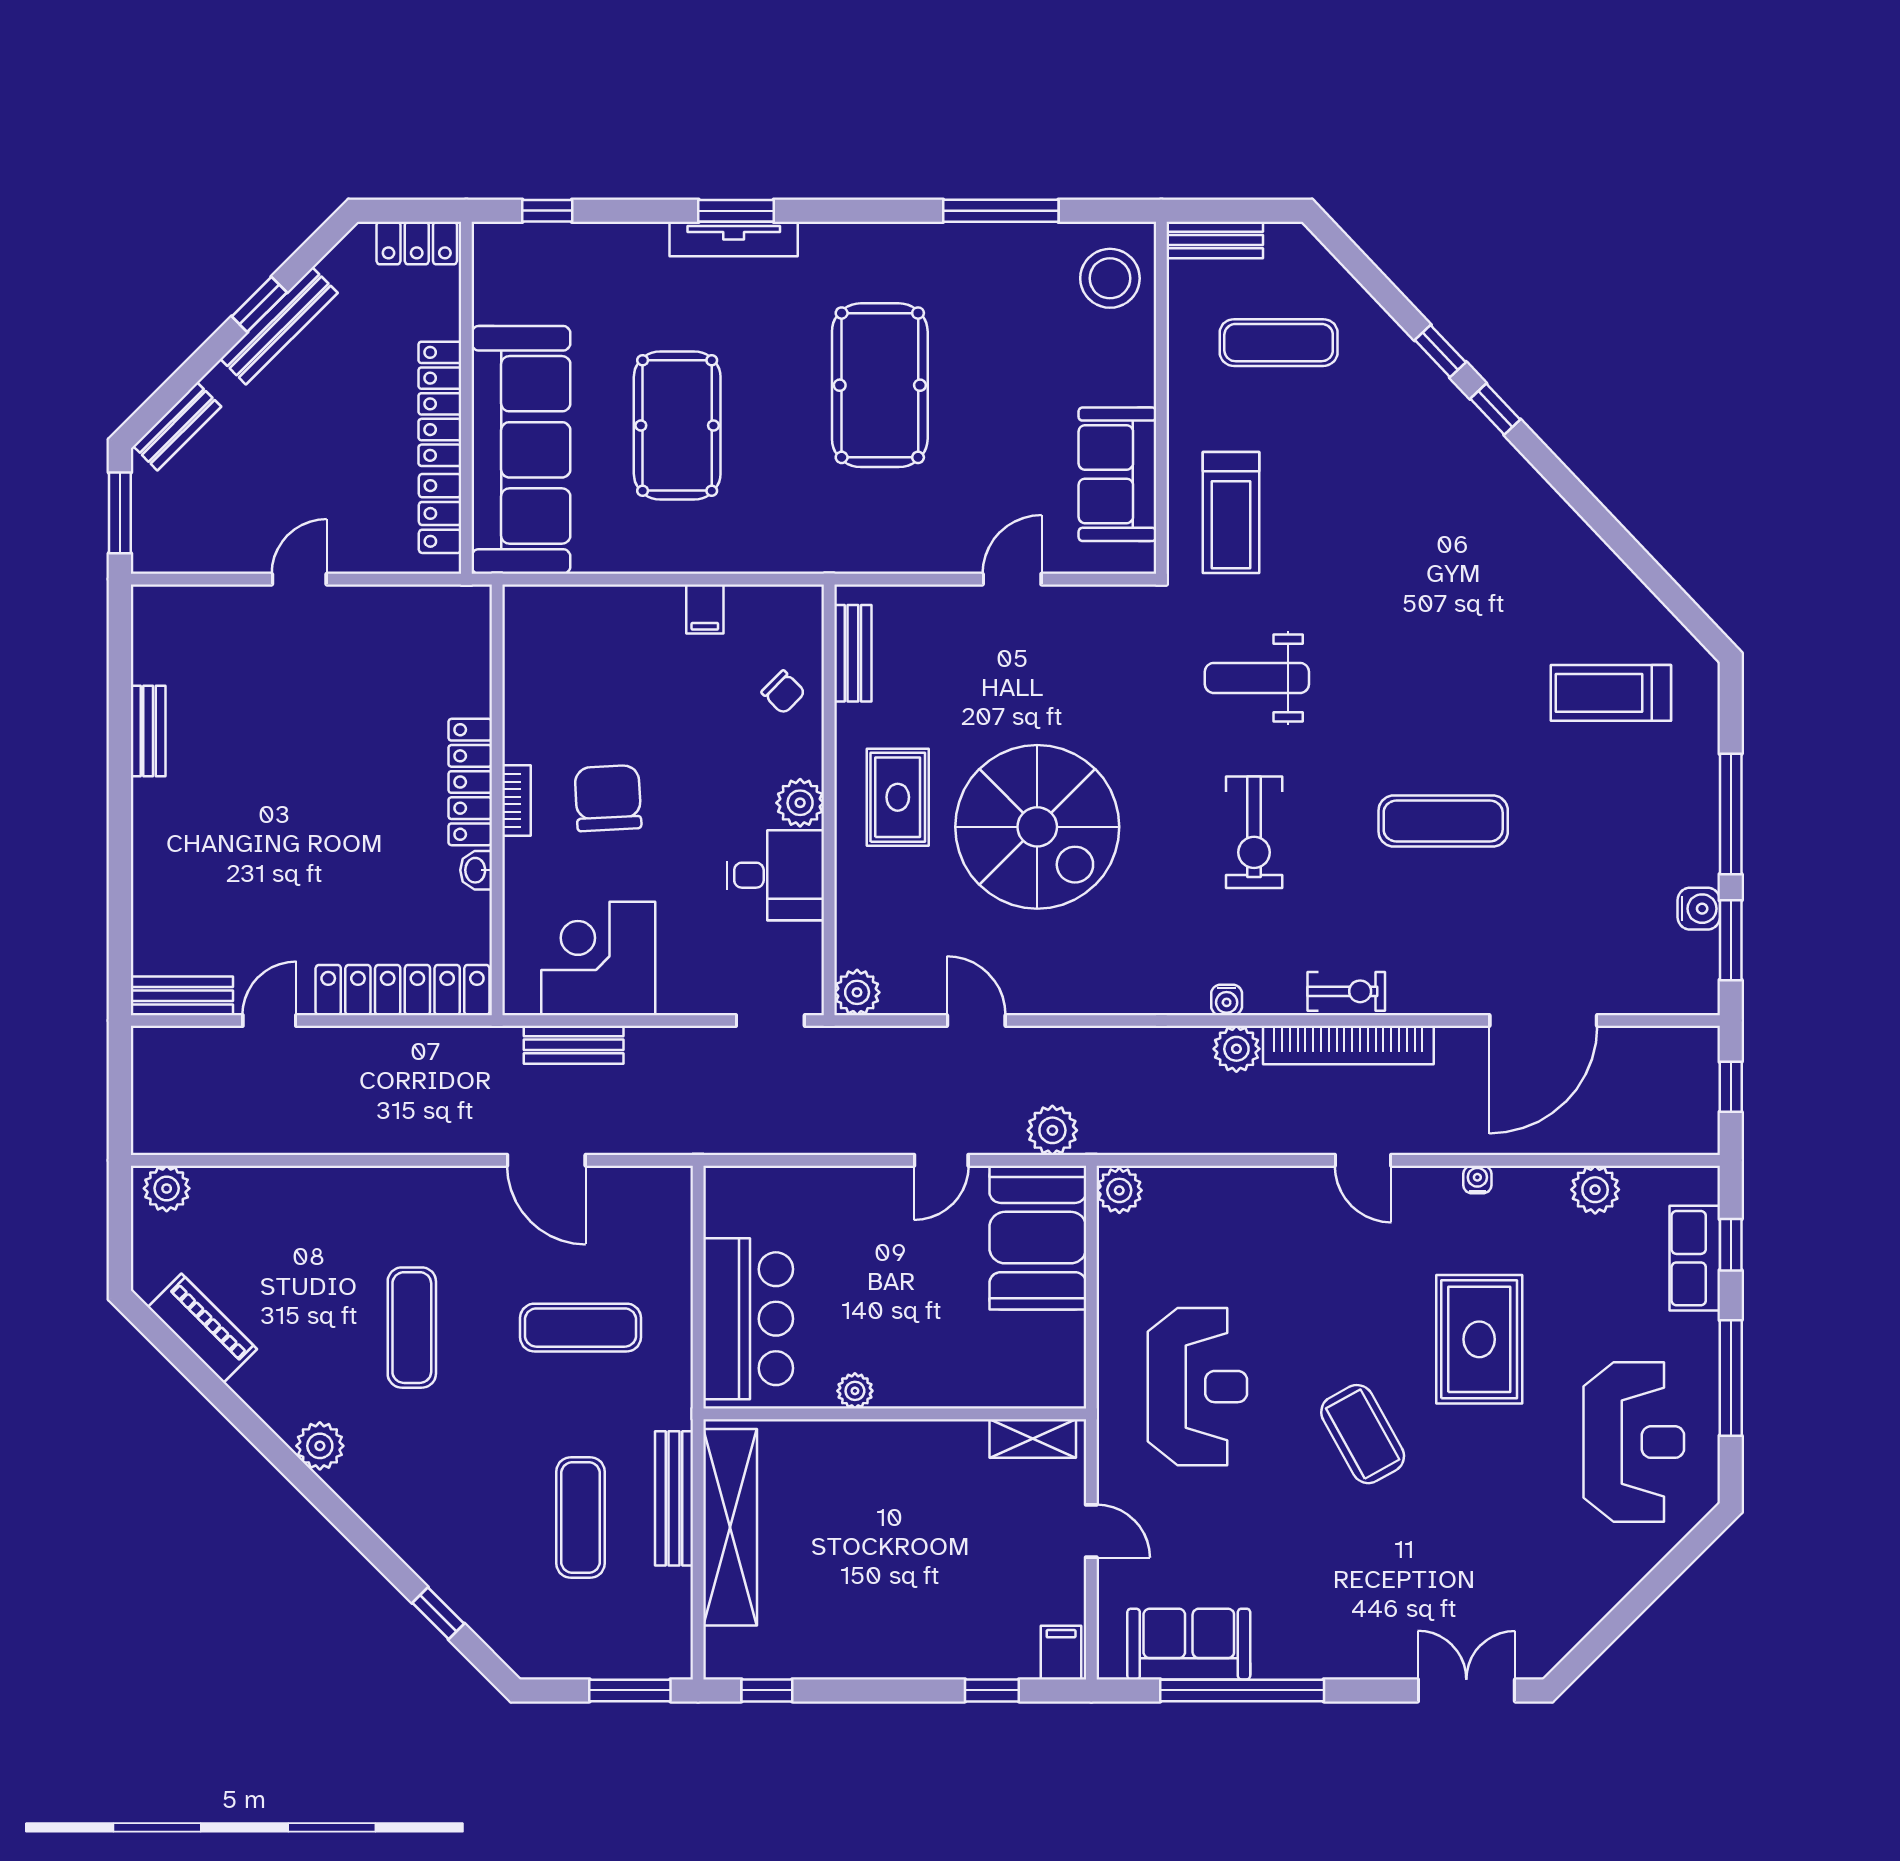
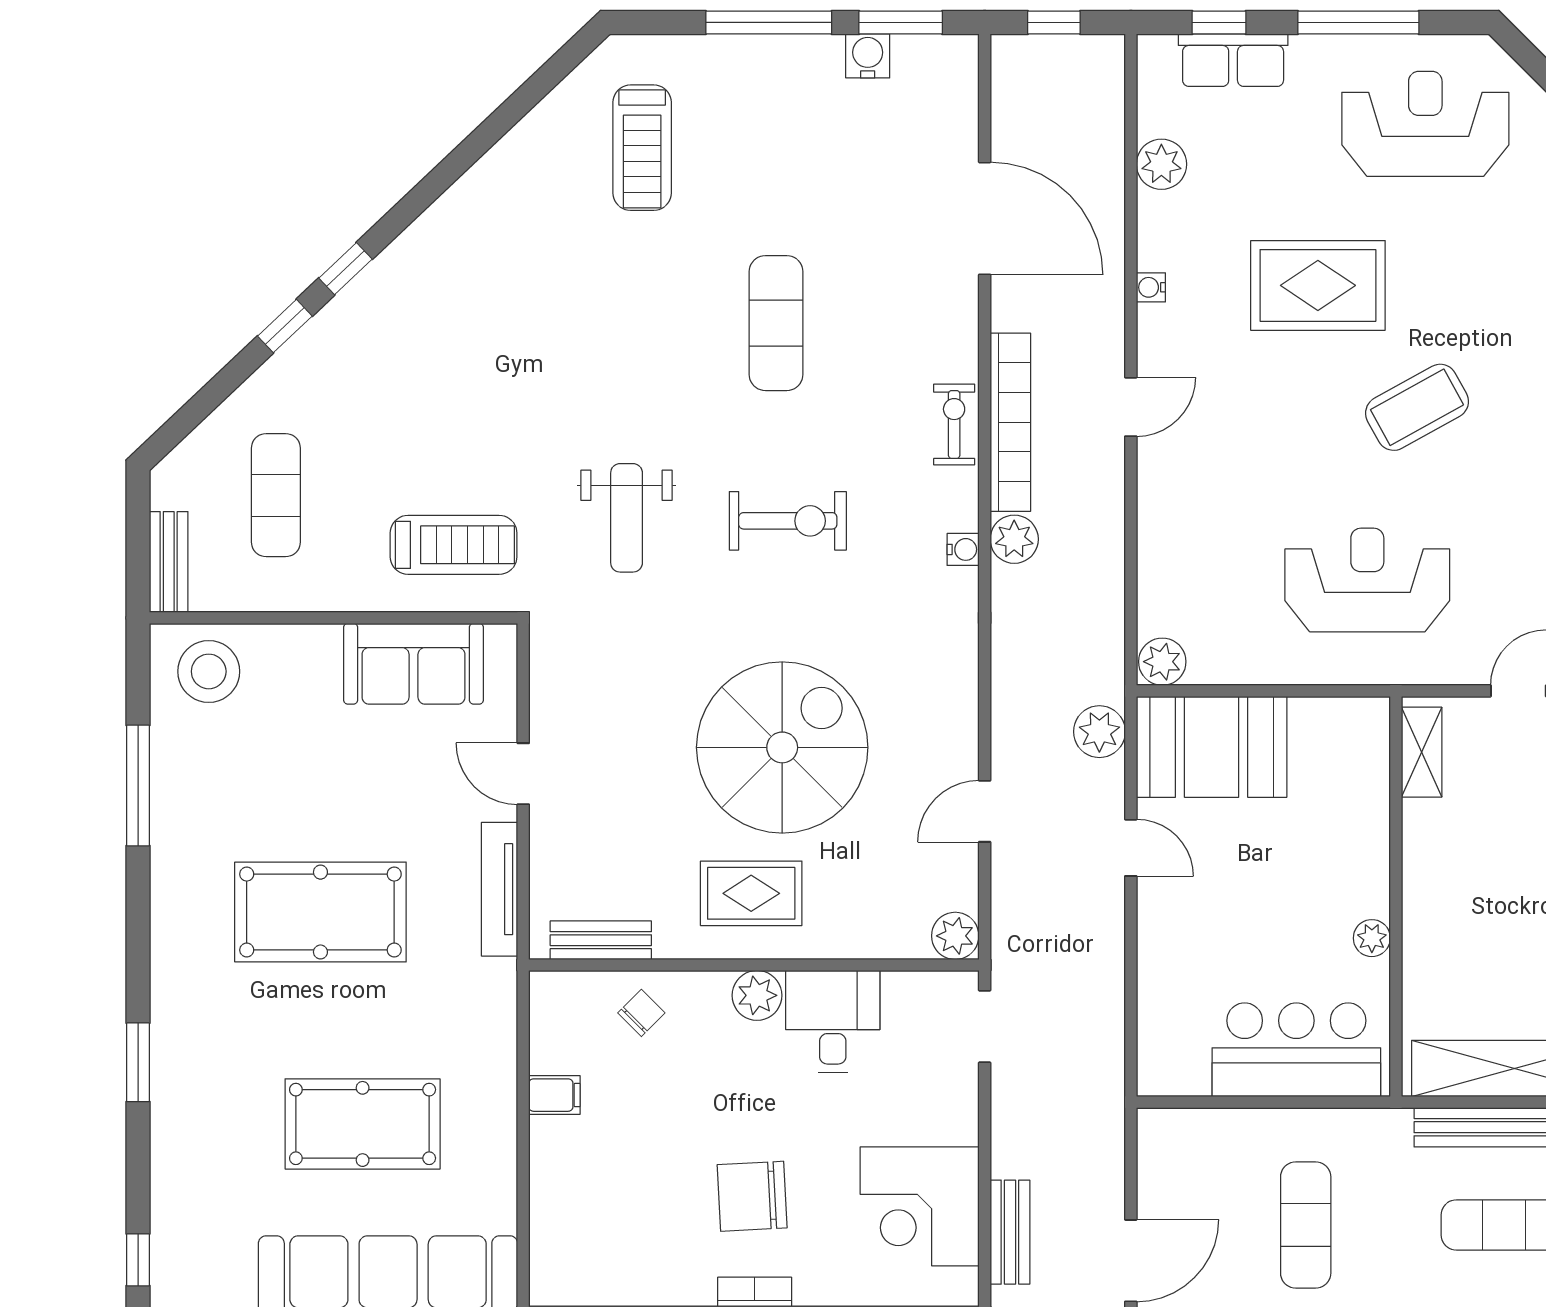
tv unit: (734, 239) -> (500, 889), moved, turned 180

